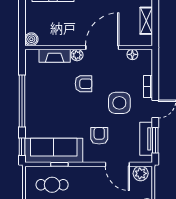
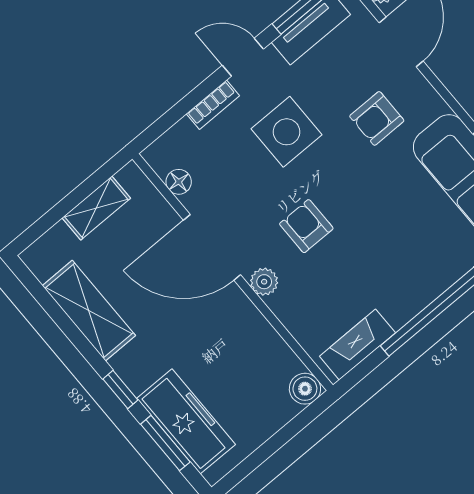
fireplace: (55, 56) -> (357, 344), moved, turned -90

